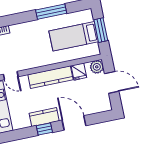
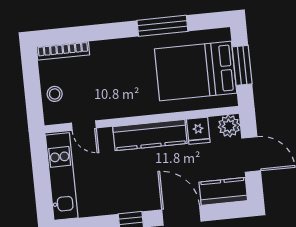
bed: (74, 36) -> (196, 71), width x1.50
kitchen counter: (44, 117) -> (223, 191), moved

